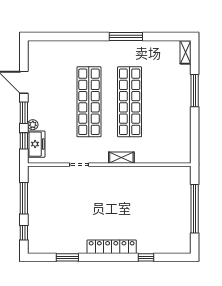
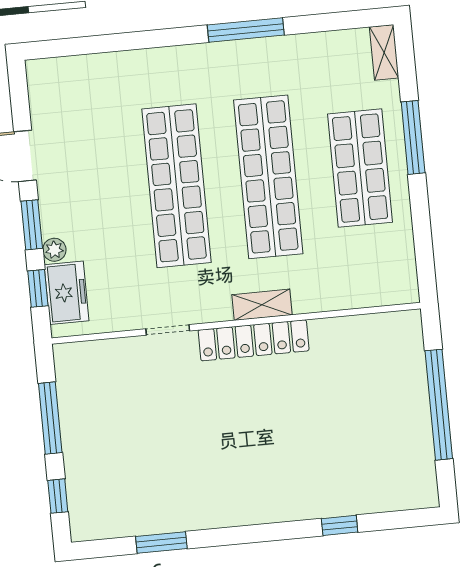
shop shelf: (170, 102) -> (360, 168), added
locker: (112, 247) -> (254, 340), moved, turned 180

